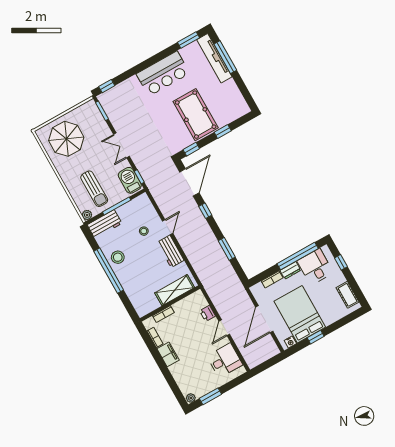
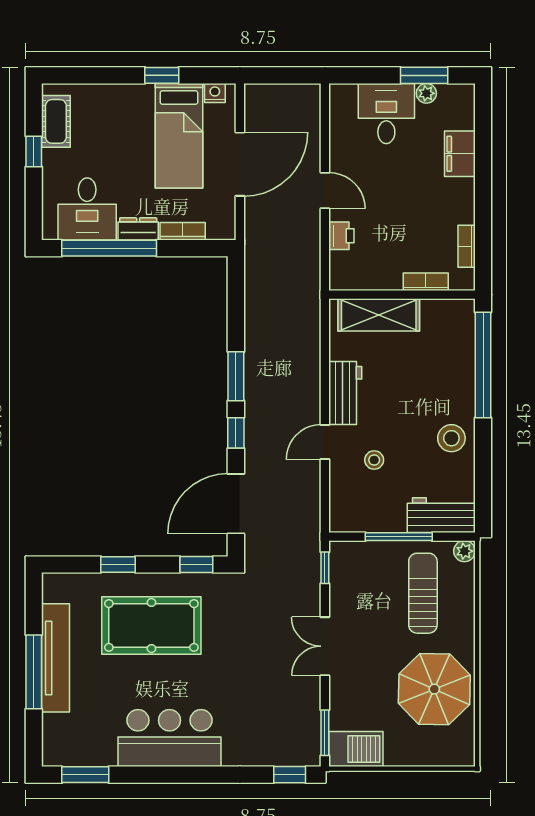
window: (225, 57) -> (34, 672), moved
tv unit: (214, 58) -> (56, 658), moved
pool table: (196, 115) -> (151, 625), turned 90
parasol: (66, 139) -> (434, 689), moved
double door: (121, 145) -> (325, 646), swing flipped
barbecue: (130, 180) -> (356, 749), moved, turned -90
window: (227, 249) -> (236, 376), moved
window: (341, 262) -> (34, 152), moved
window: (109, 271) -> (483, 365), moved
bed: (300, 314) -> (179, 136), width x0.67
door: (224, 328) -> (325, 191), hinge flipped
filing cabinet: (168, 354) -> (460, 154), moved
desk: (225, 360) -> (386, 114), moved, turned 90
plant: (191, 398) -> (426, 93), moved

